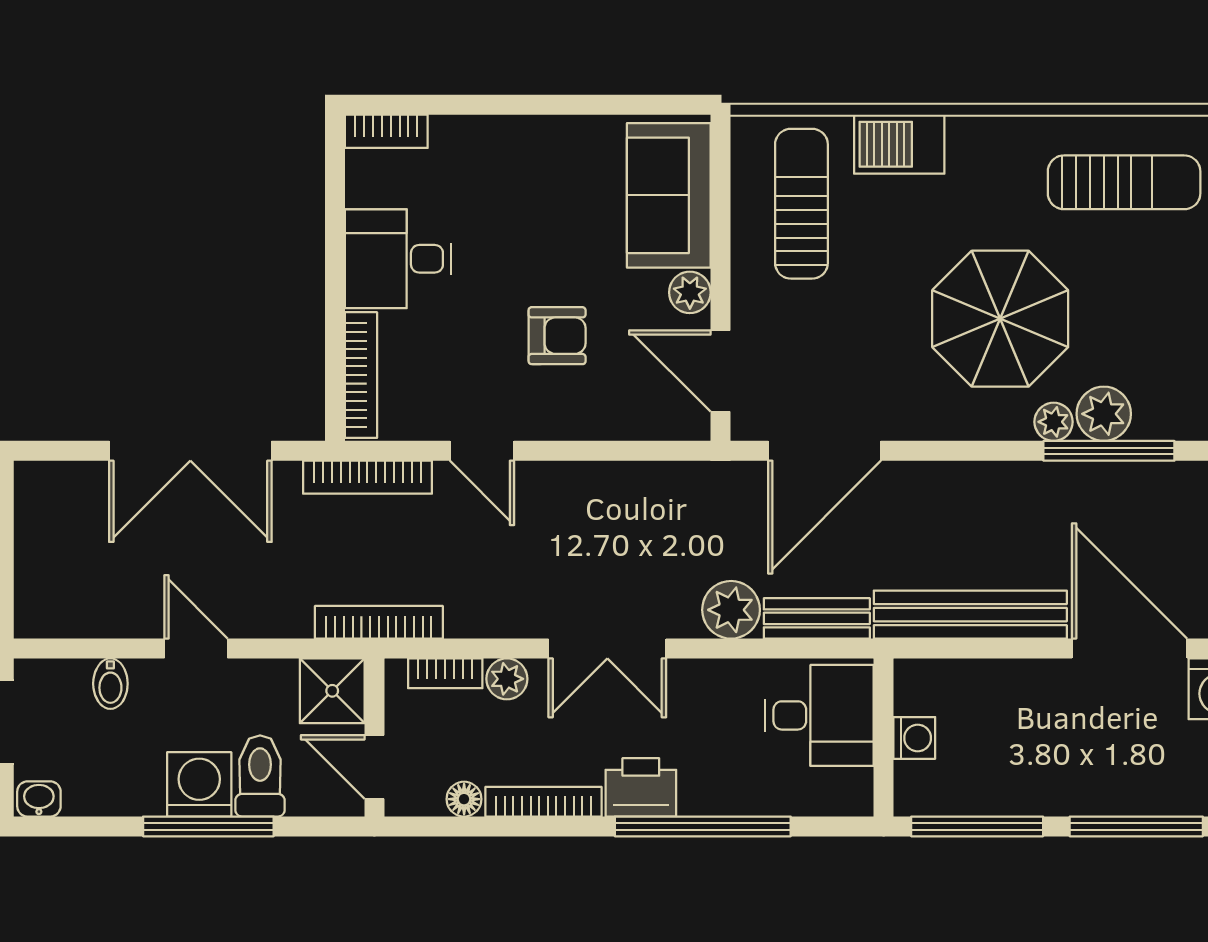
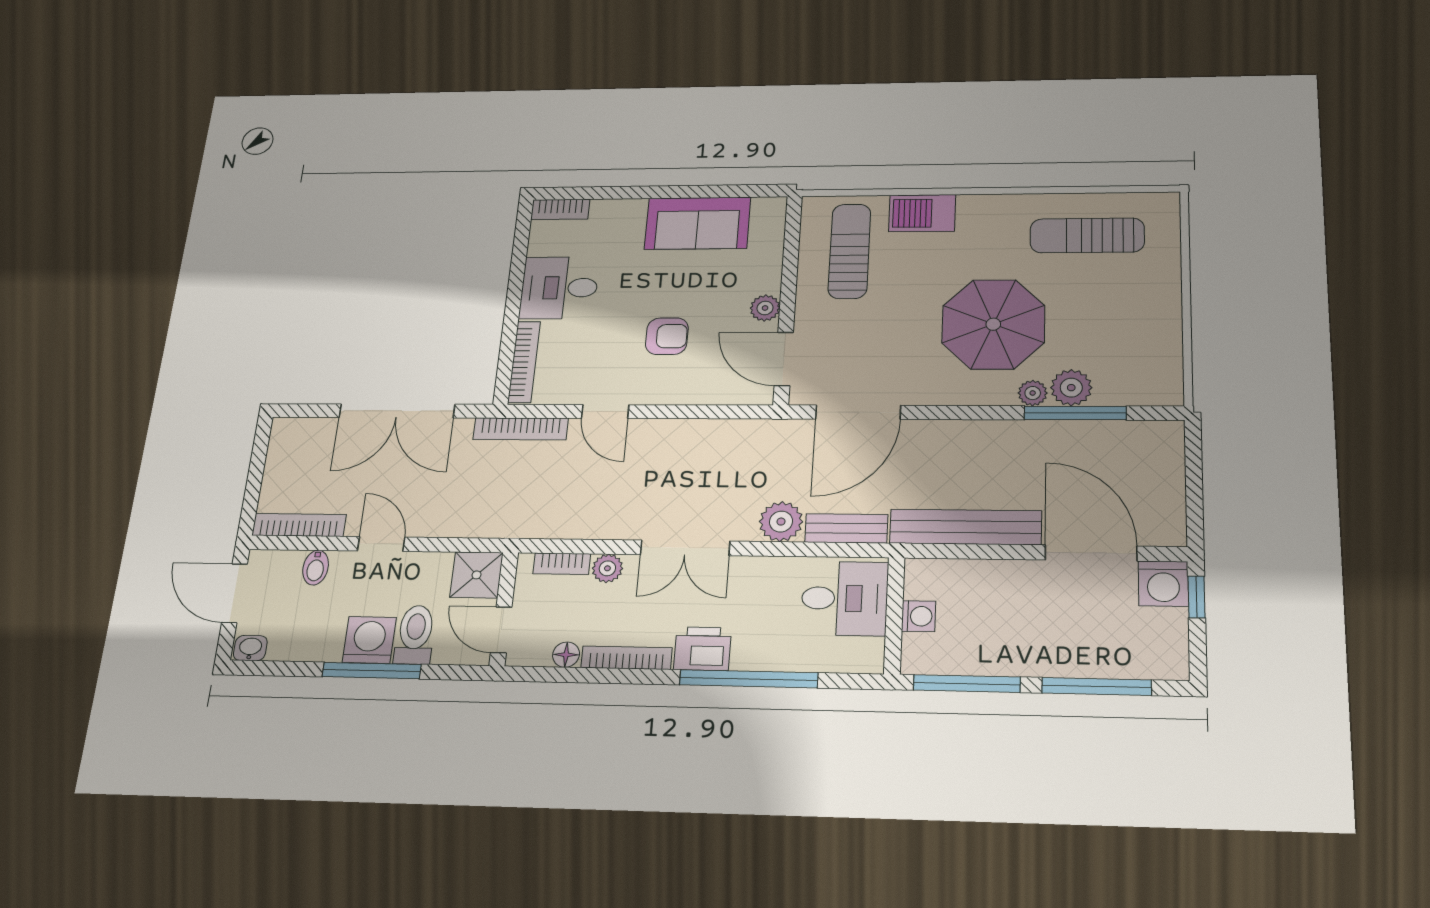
sun lounger: (1124, 182) -> (1087, 235), turned 180
sofa: (669, 195) -> (698, 223), moved, turned -90
bookcase: (379, 622) -> (299, 525), moved

